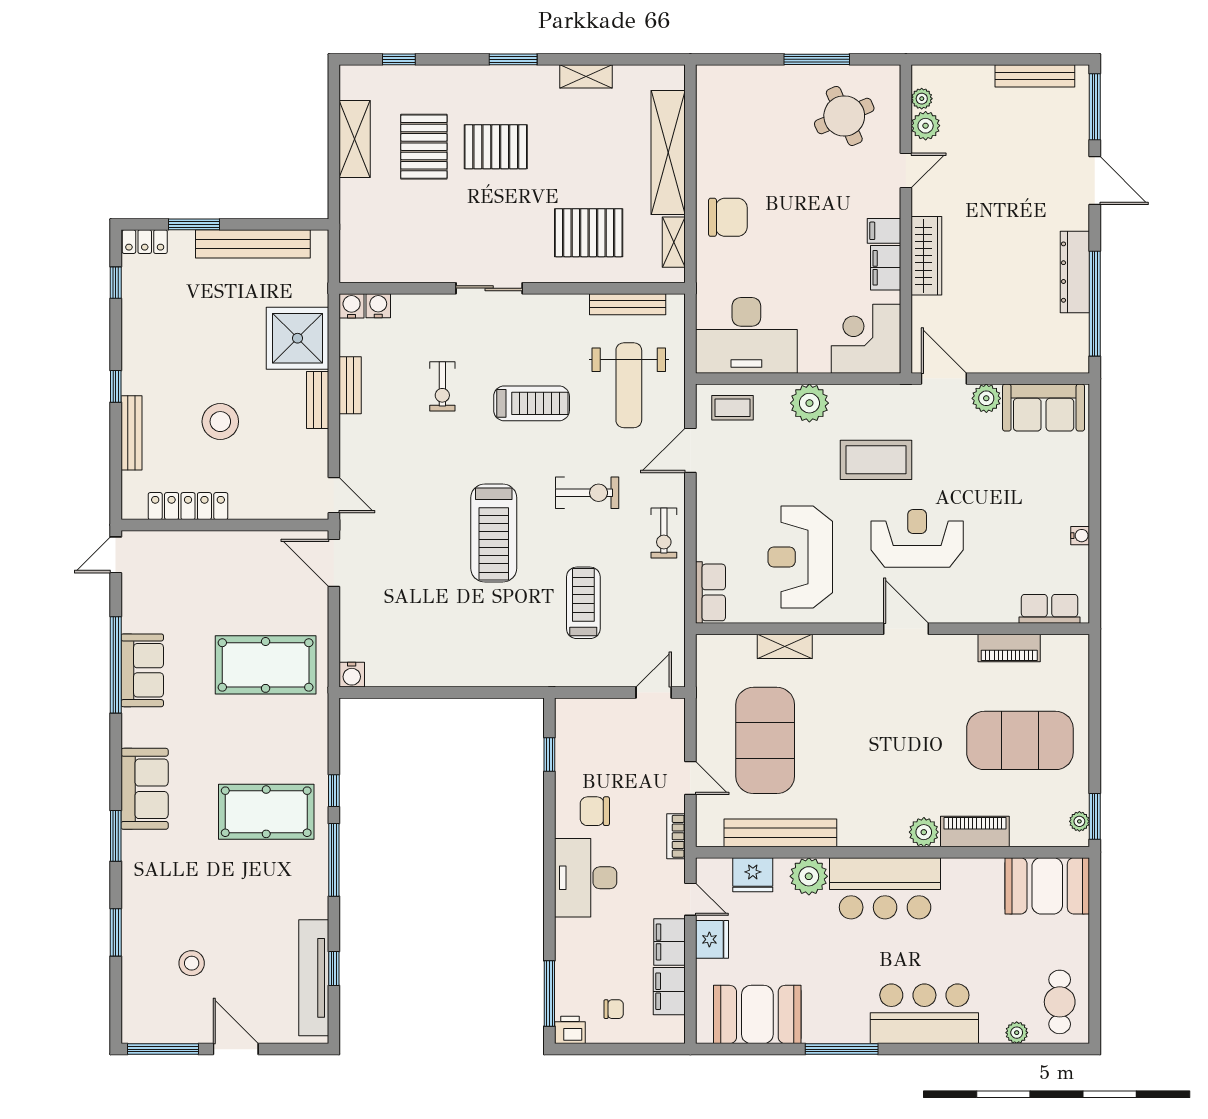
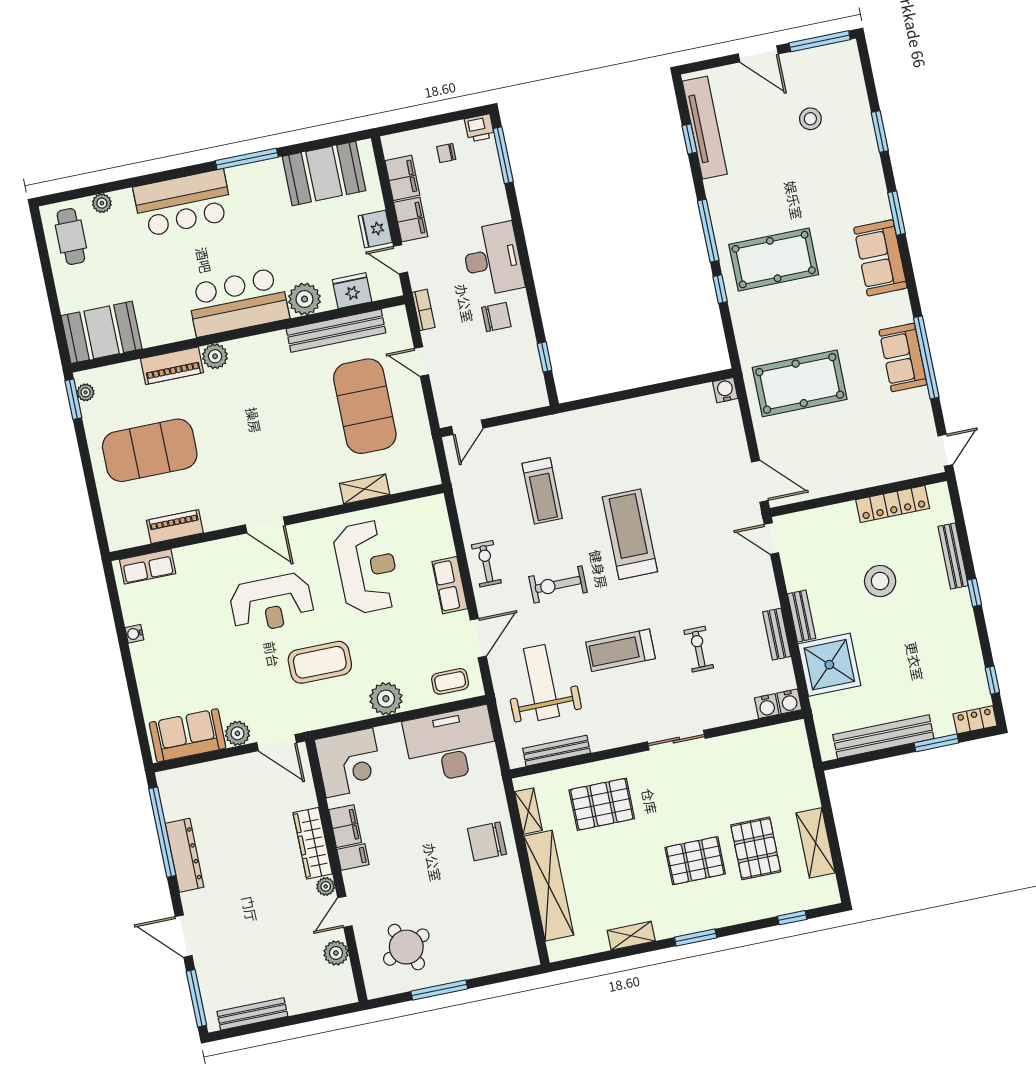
plant: (922, 99) -> (326, 886), moved
row of seats: (710, 592) -> (450, 585), moved

